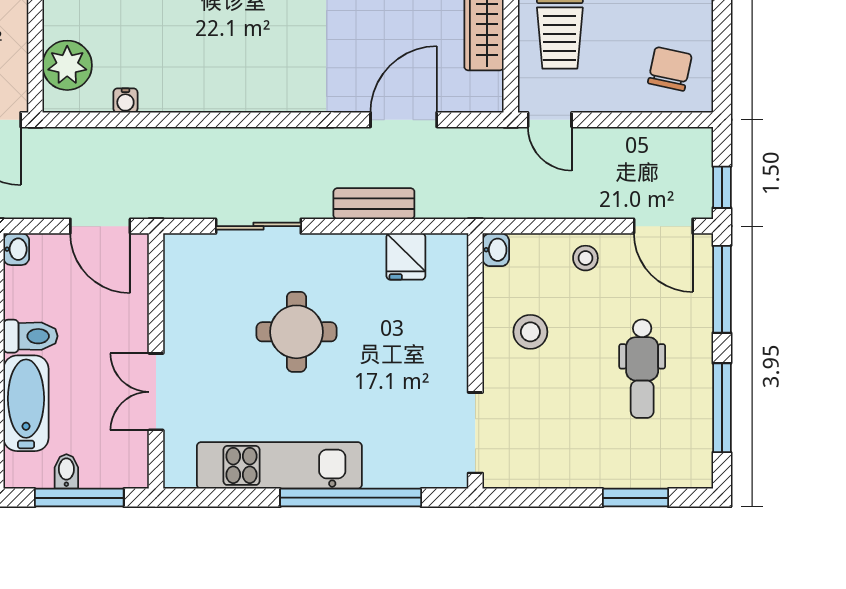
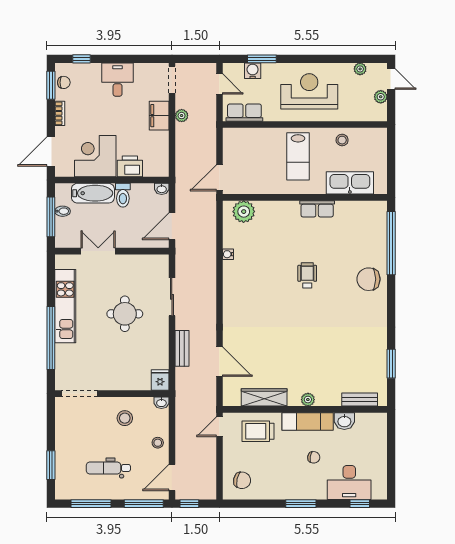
water cooler: (125, 100) -> (228, 254), moved
fridge: (406, 256) -> (160, 380), moved, turned 90

